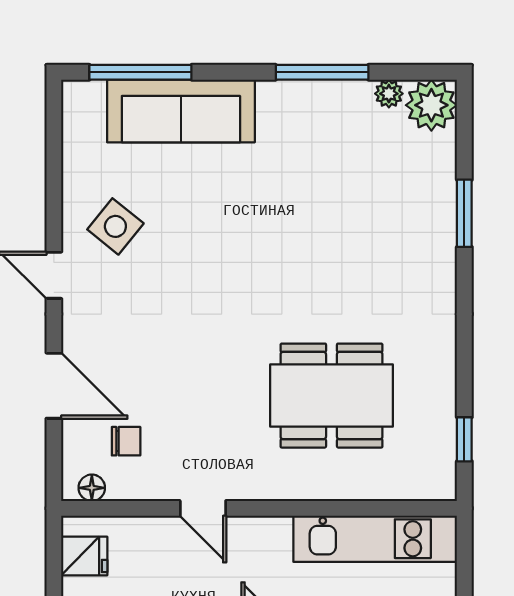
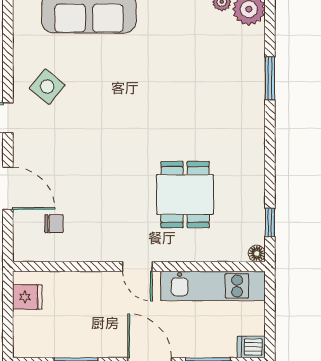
dining table: (331, 396) -> (185, 195), width x0.73
floor lamp: (92, 488) -> (257, 253), moved
door: (203, 508) -> (137, 267), moved

